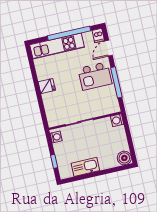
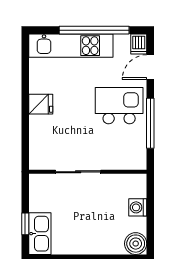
kitchen island: (95, 76) -> (119, 106), turned 180
washing machine: (117, 120) -> (138, 207), moved
washing machine: (56, 137) -> (37, 187), removed
kitchen sink: (85, 167) -> (40, 234), moved, turned 90

